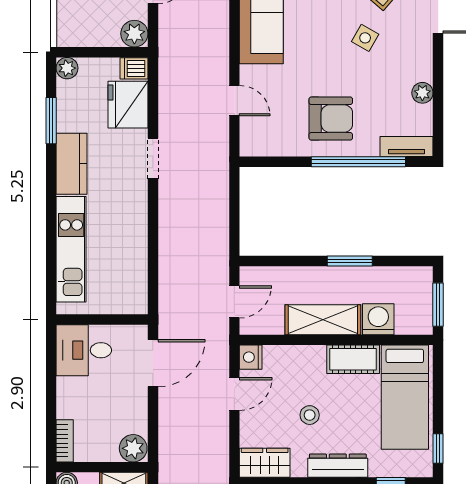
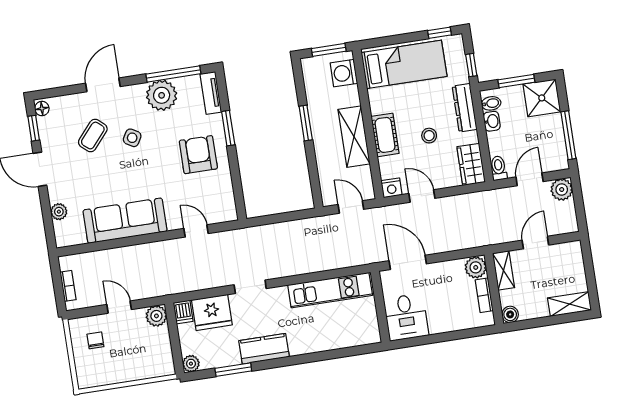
plant: (422, 93) -> (162, 95), width x1.88, depth x1.88
door: (234, 101) -> (196, 231), hinge flipped
window: (438, 103) -> (173, 74), added
window: (358, 162) -> (228, 128), width x0.47
kitchen unit: (71, 249) -> (330, 290), moved, turned 180
washing machine: (378, 319) -> (344, 73), moved
cot: (353, 359) -> (385, 135), moved
bookcase: (65, 441) -> (484, 295), moved, turned -90

